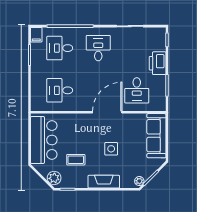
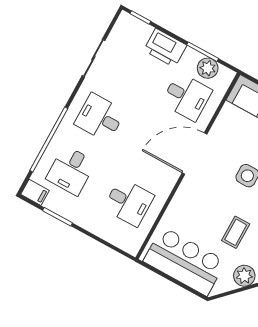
desk: (60, 90) -> (129, 202), turned -90
plant: (159, 93) -> (208, 68), added
door: (107, 112) -> (195, 154), hinge flipped

